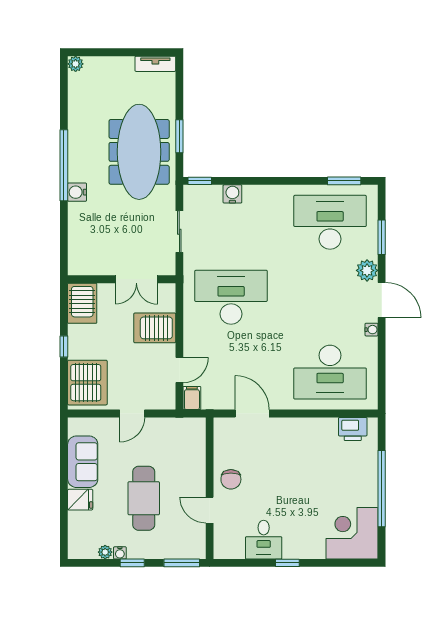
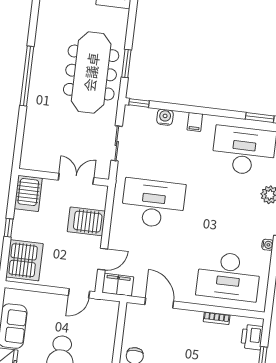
water cooler: (77, 192) -> (35, 100), removed
filing cabinet: (268, 195) -> (195, 122), added
double door: (136, 279) -> (76, 179), swing flipped
filing cabinet: (192, 398) -> (118, 285), width x2.00
door: (132, 414) -> (79, 293), moved
bookcase: (322, 423) -> (217, 318), added
printer: (353, 429) -> (252, 337), moved, turned 90

